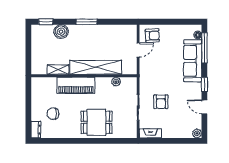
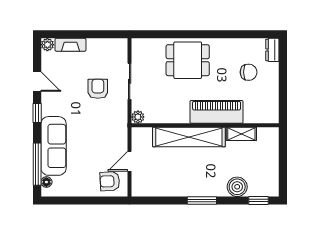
plant: (116, 82) -> (138, 117), moved
fireplace: (150, 133) -> (70, 45), moved

